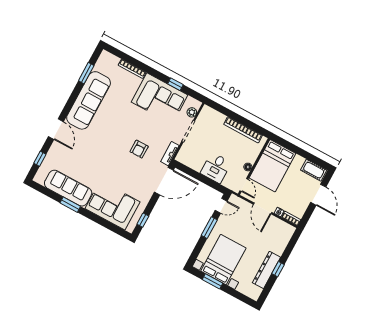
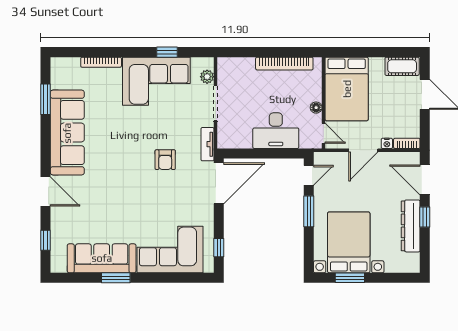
desk: (216, 168) -> (276, 131), width x1.37
door: (263, 208) -> (363, 150), hinge flipped
door: (290, 247) -> (425, 180), added

